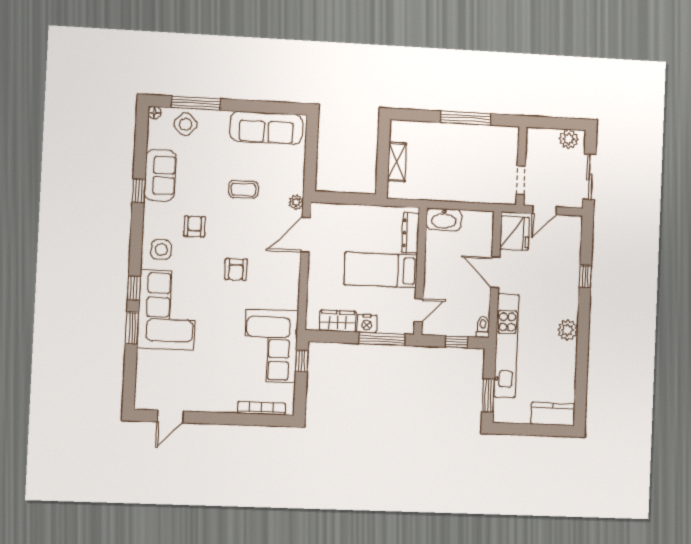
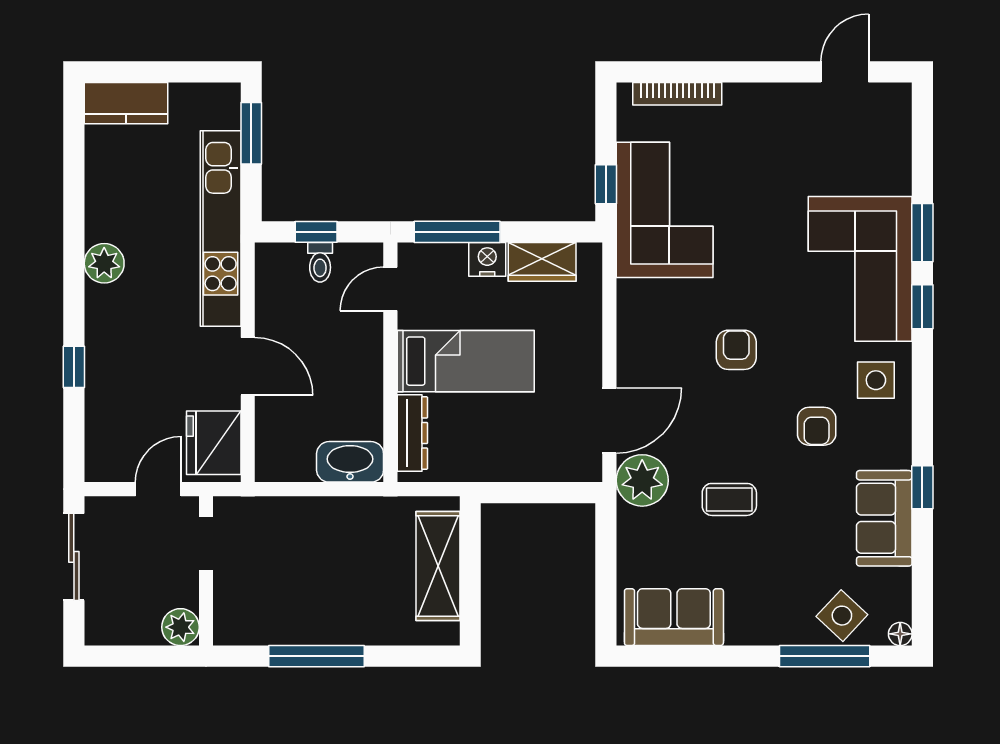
sofa: (266, 128) -> (674, 617), width x0.73
plant: (569, 139) -> (180, 627), moved
shelving: (397, 162) -> (438, 566), width x1.50, depth x1.33
plant: (296, 202) -> (642, 480), width x1.88, depth x1.88
toilet: (483, 327) -> (320, 262), moved

